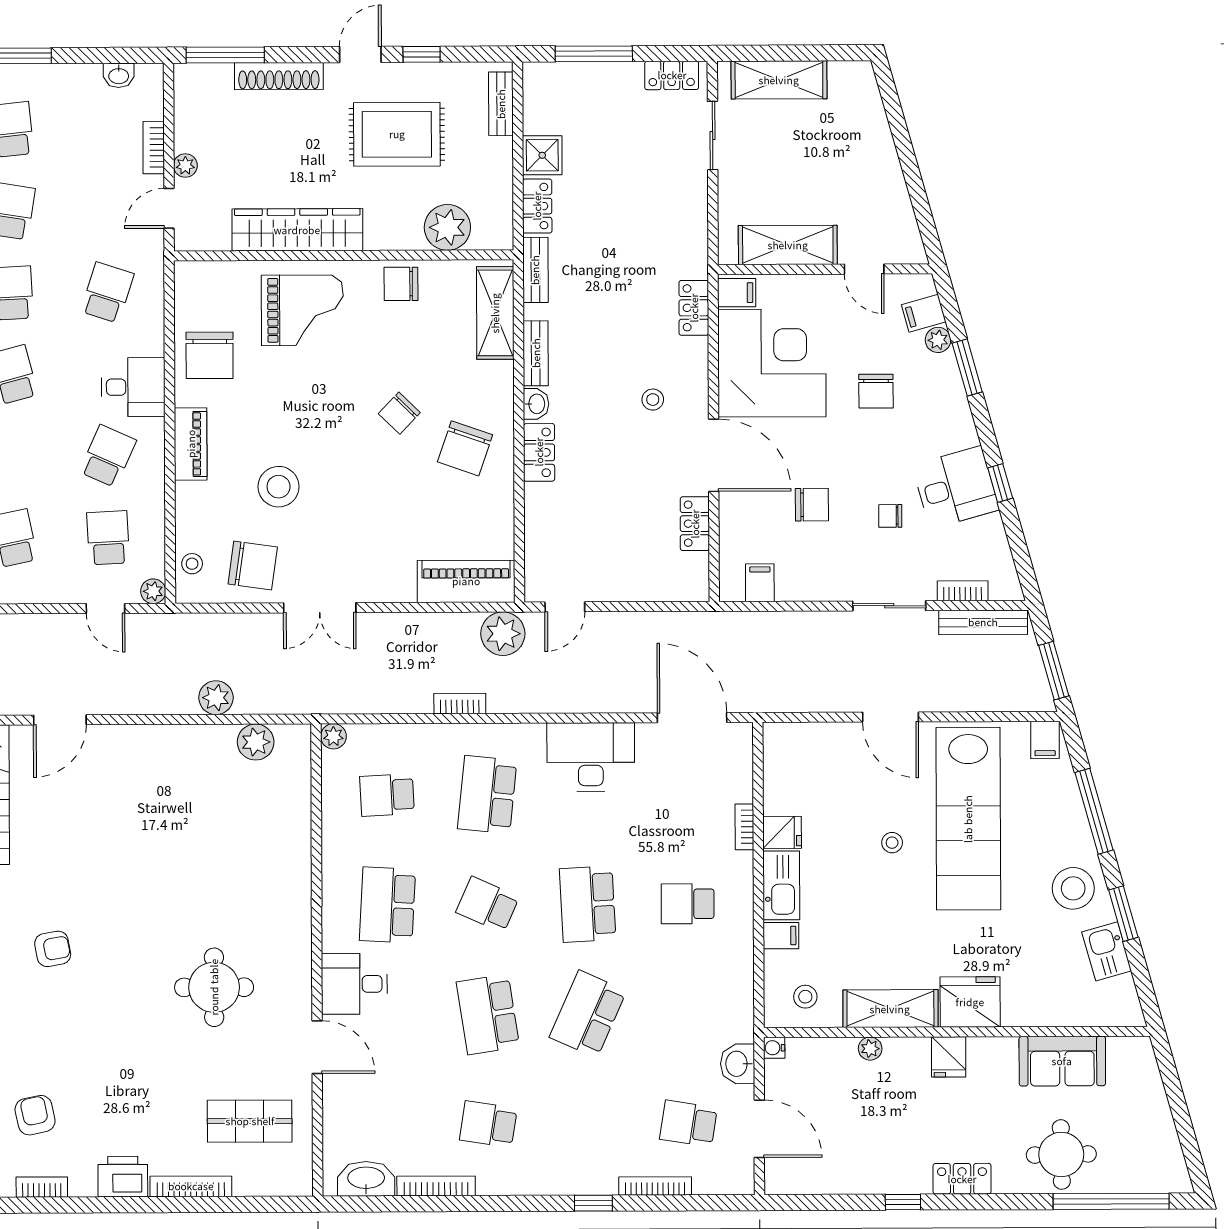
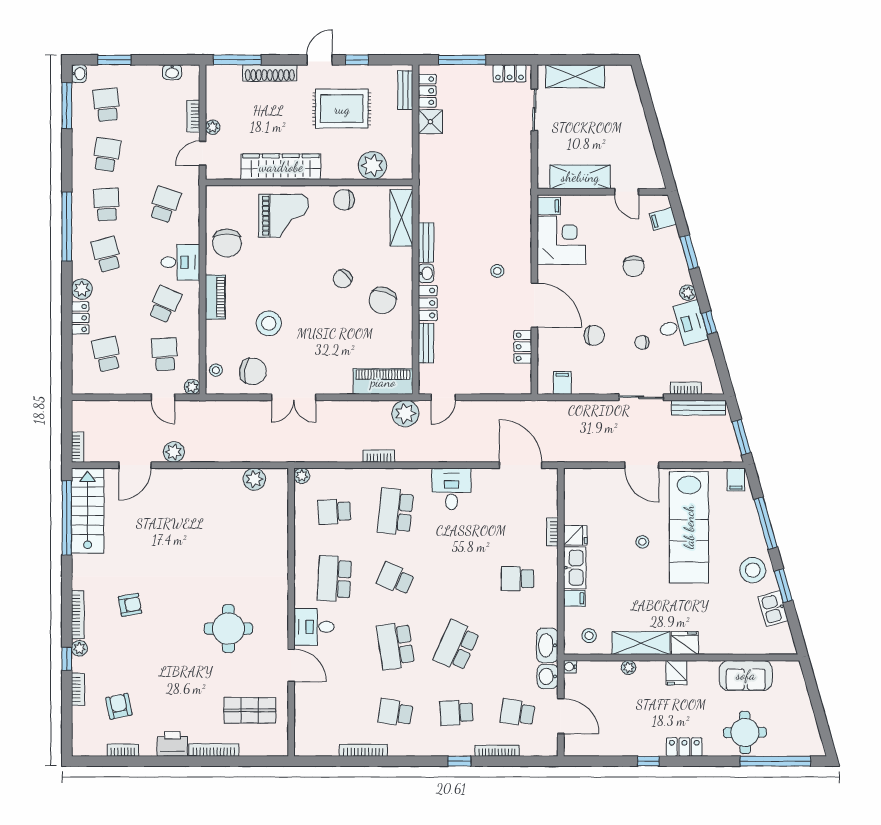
locker: (537, 206) -> (427, 91), moved
bench: (535, 270) -> (426, 343), moved
locker: (694, 308) -> (523, 215), removed
plant: (938, 340) -> (688, 293), moved
corner desk: (772, 363) -> (561, 240), width x0.74, depth x0.74
plant: (216, 698) -> (174, 452), moved
desk: (591, 757) -> (451, 489), width x0.73
school desk: (588, 904) -> (456, 713), moved, width x0.54
fridge: (970, 1002) -> (685, 643), width x0.73, depth x0.75
washbasin: (366, 1179) -> (547, 645), moved, turned -90

